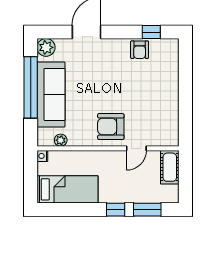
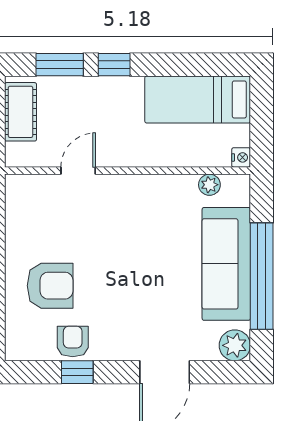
window: (151, 32) -> (77, 372), moved
armchair: (111, 127) -> (50, 286), moved
cot: (170, 167) -> (20, 112), moved

